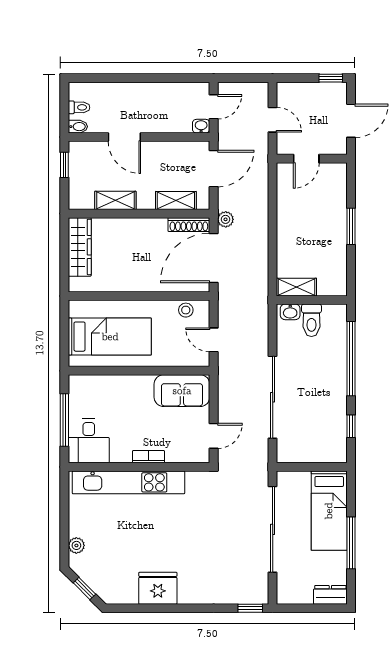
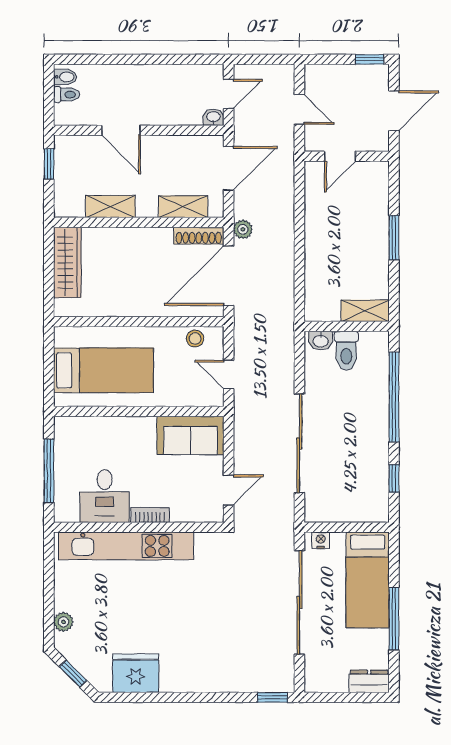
bidet: (78, 127) -> (65, 77), moved
shelving: (296, 287) -> (365, 311), moved
desk: (89, 441) -> (105, 496), moved
nightstand: (290, 478) -> (321, 540), added
fridge: (158, 588) -> (136, 673), moved

